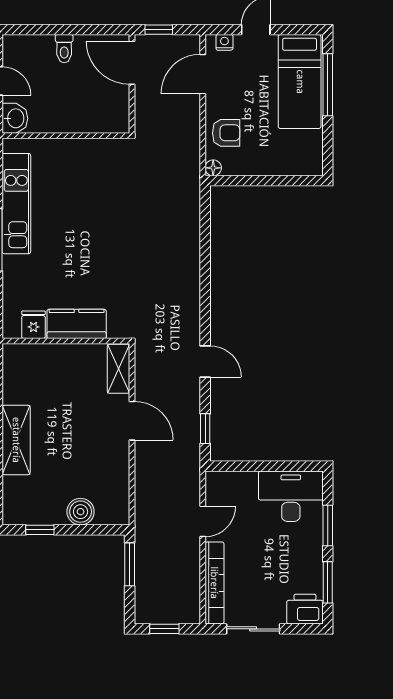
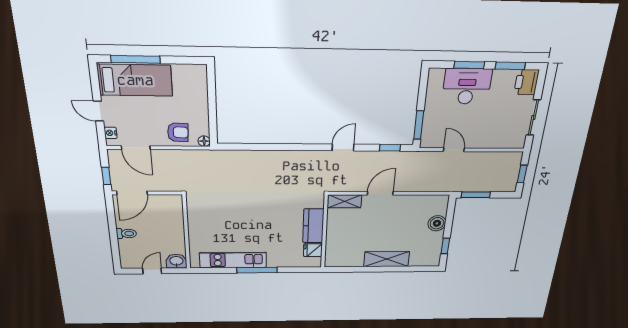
armchair: (226, 133) -> (178, 132), turned 93
window: (240, 466) -> (419, 125), added
desk: (291, 496) -> (467, 86), moved, turned 90
bookcase: (214, 583) -> (497, 143), removed

